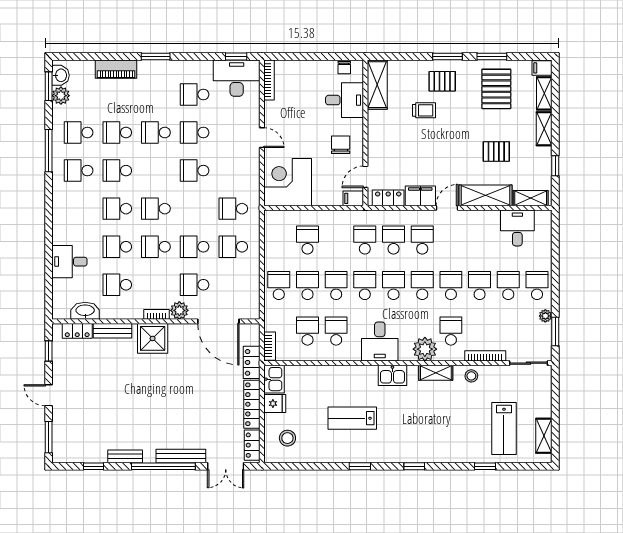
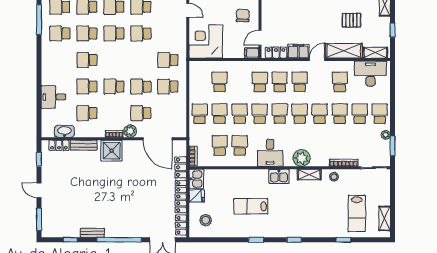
school desk: (156, 209) -> (114, 33), moved
desk: (517, 228) -> (370, 74), width x1.37
school desk: (451, 331) -> (340, 82), moved
bench: (181, 456) -> (131, 233), removed

